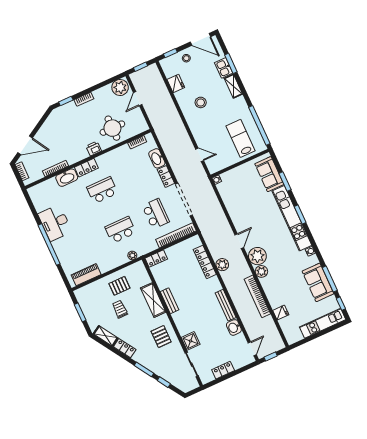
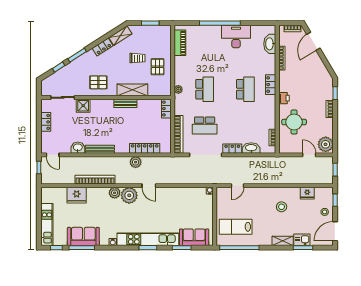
lab bench: (241, 138) -> (236, 227), turned 180
washbasin: (67, 178) -> (270, 44), moved
fridge: (281, 313) -> (77, 195), width x1.88, depth x1.34

